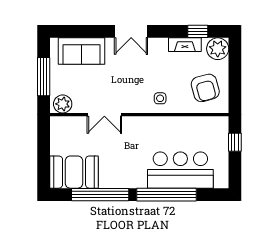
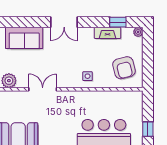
plant: (218, 49) -> (138, 32), width x0.53, depth x0.53
double door: (104, 115) -> (43, 89), swing flipped
window: (235, 142) -> (148, 129), moved

